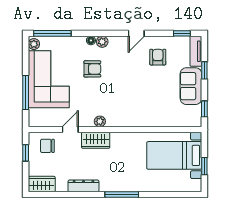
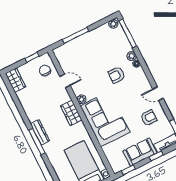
plant: (102, 42) -> (132, 56), moved
armchair: (92, 69) -> (116, 75), turned 90
corner sofa: (49, 79) -> (105, 119), moved, turned -90
wardrobe: (96, 140) -> (71, 113), moved
dresser: (83, 186) -> (40, 132), moved

